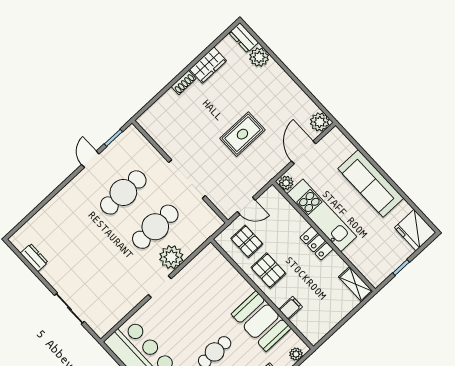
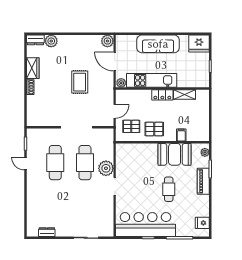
shelving: (356, 284) -> (185, 94), moved

